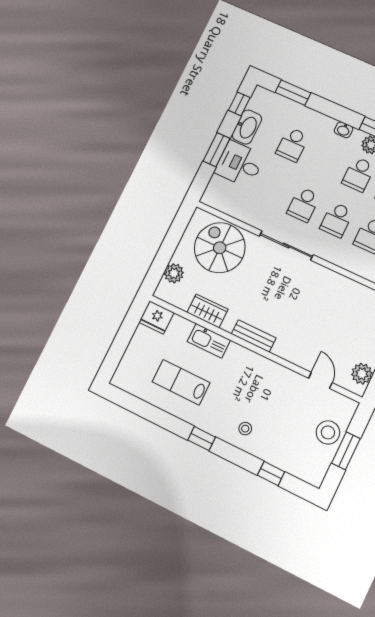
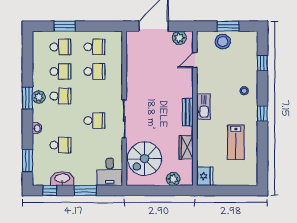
washbasin: (344, 130) -> (37, 128), moved
desk: (239, 164) -> (110, 172), moved
school desk: (337, 220) -> (94, 96), removed
kitchen sink: (209, 341) -> (203, 107), moved

